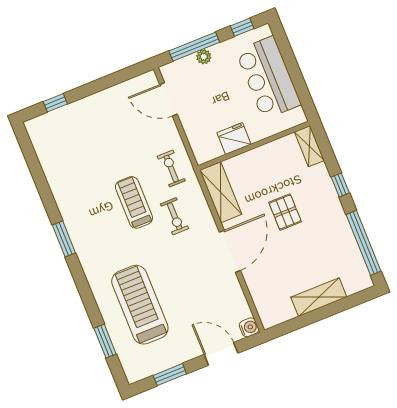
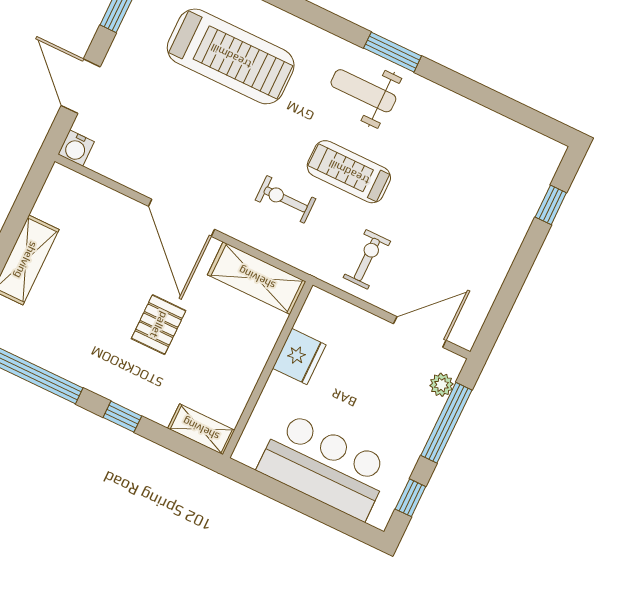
plant: (204, 57) -> (441, 385), moved
exercise bike: (171, 168) -> (367, 259), moved, turned -90
treadmill: (134, 202) -> (349, 172), turned 180
pallet: (285, 212) -> (159, 325), turned 90
weight bench: (93, 233) -> (363, 91), added
door: (221, 354) -> (81, 86), swing flipped

